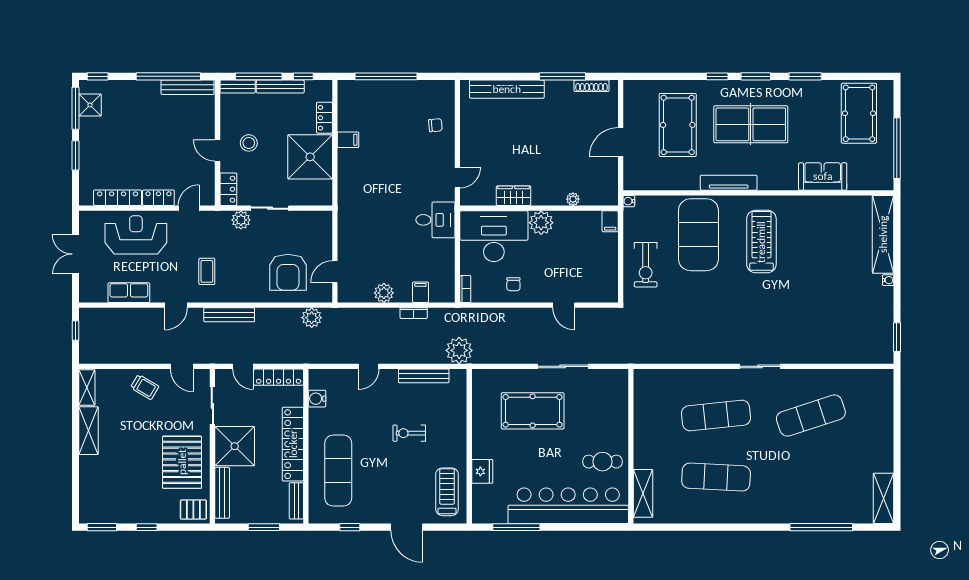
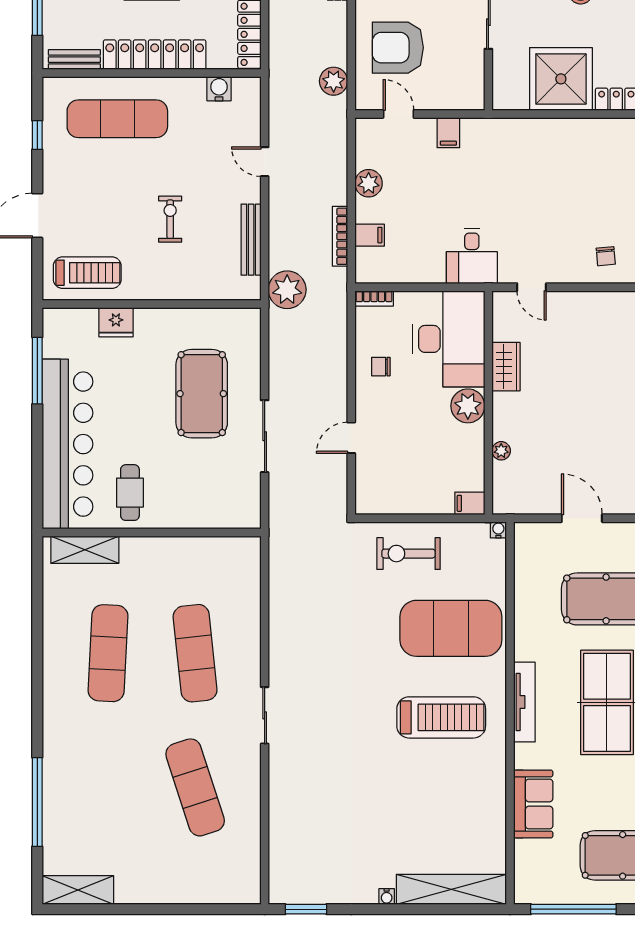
filing cabinet: (348, 140) -> (448, 133), moved
tv unit: (729, 183) -> (524, 702), moved
bookcase: (414, 313) -> (340, 236), width x1.56

